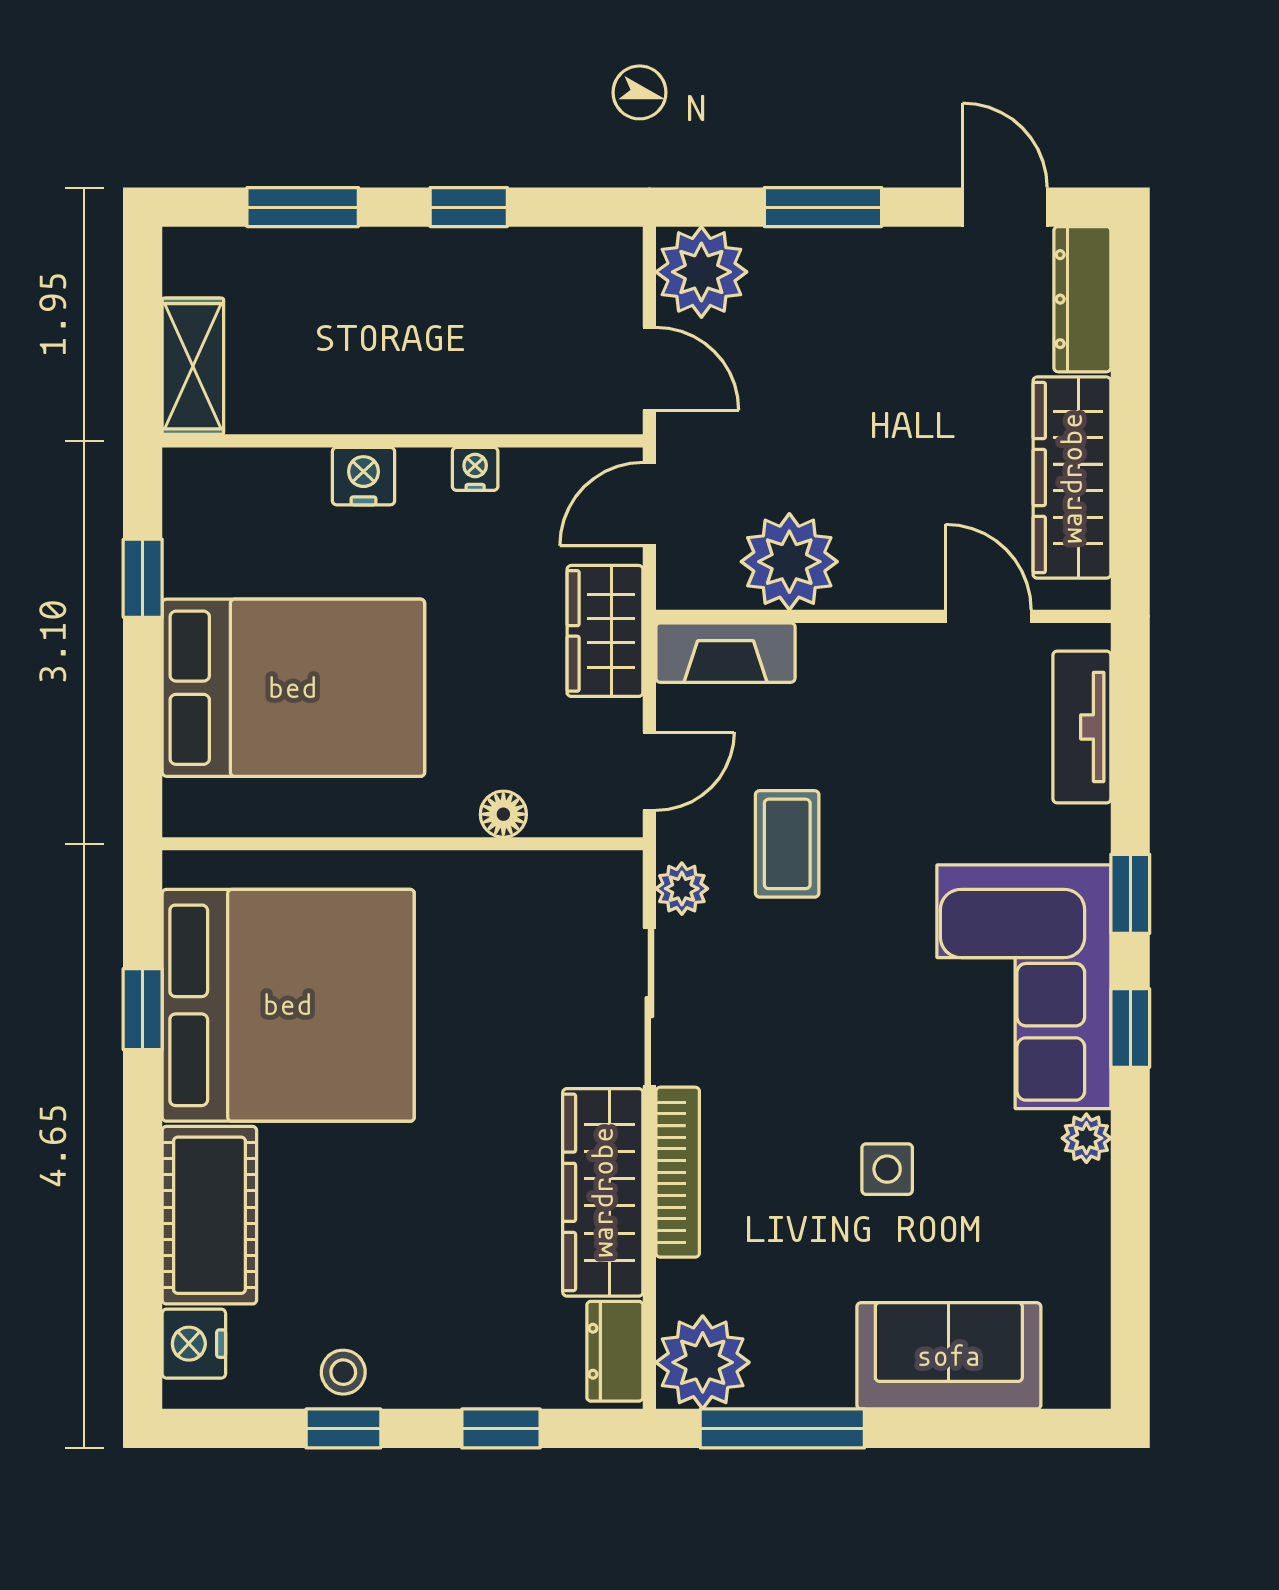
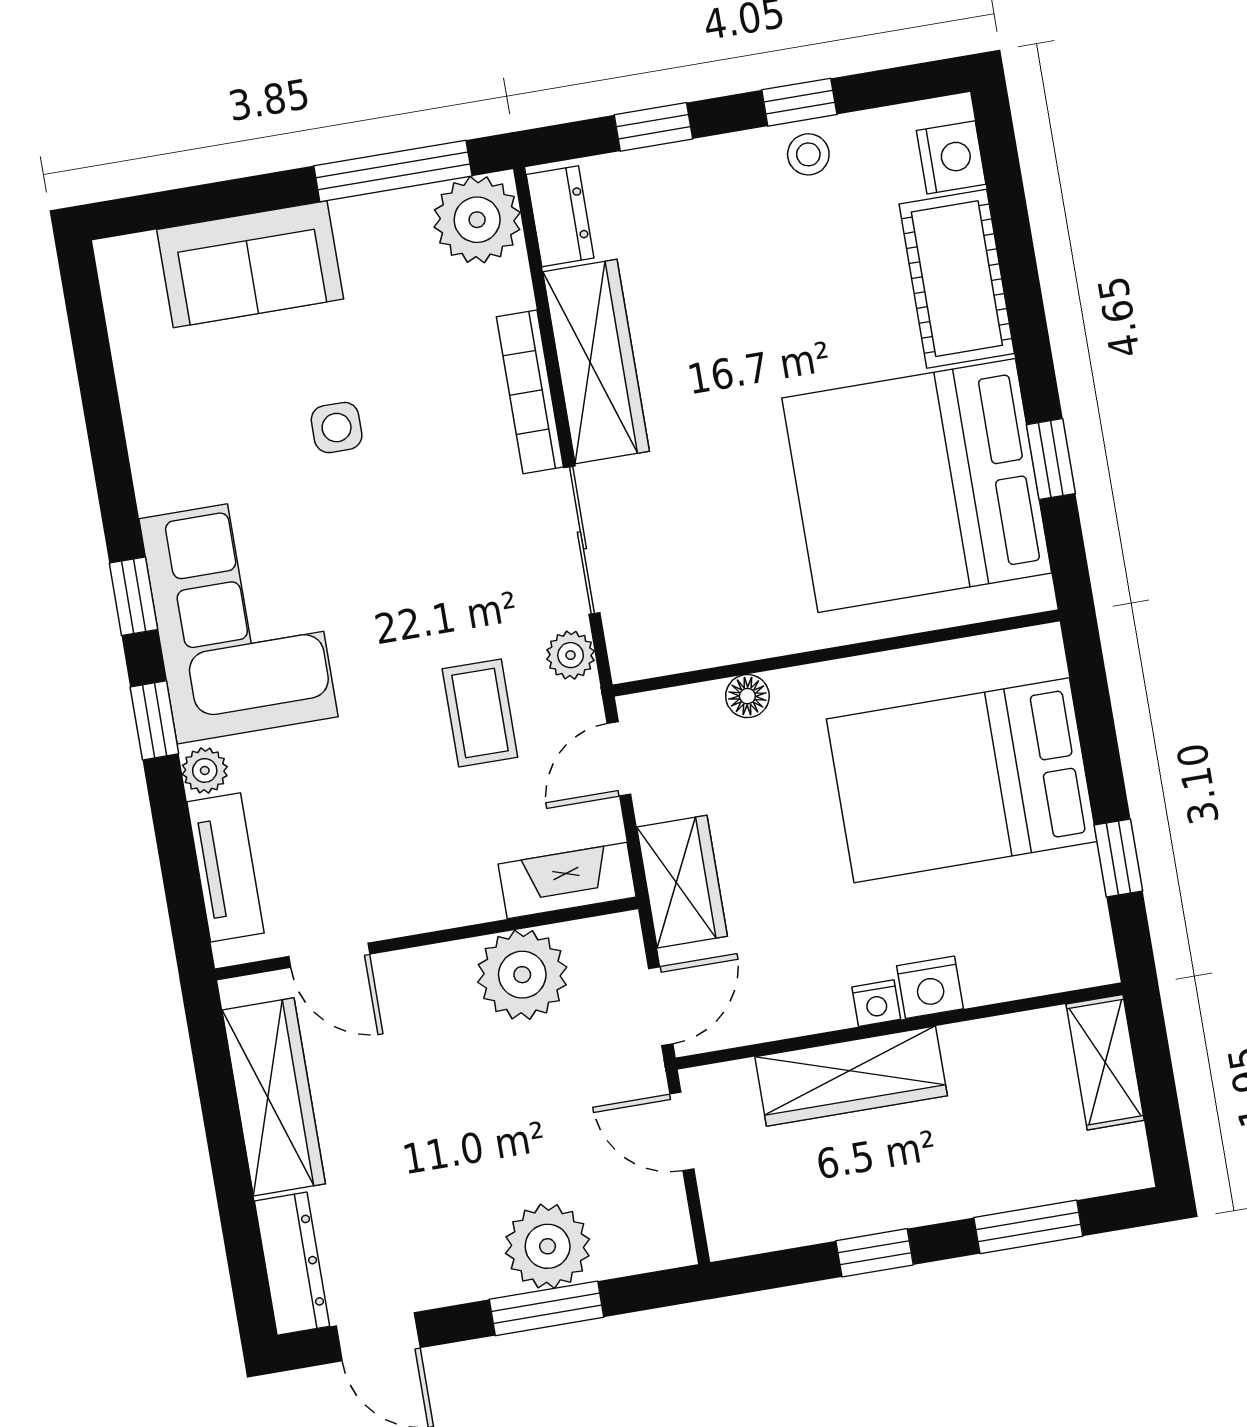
plant: (701, 272) -> (548, 1246), moved
wardrobe: (462, 397) -> (851, 1076), added
nightstand: (475, 469) -> (876, 1003), moved
plant: (1086, 1138) -> (205, 770), moved

